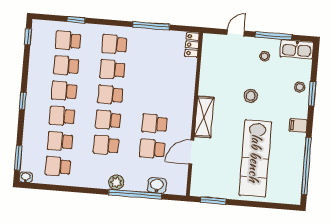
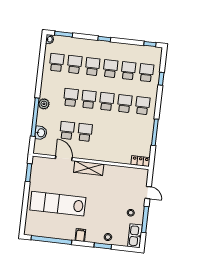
stool: (251, 96) -> (103, 202), removed

